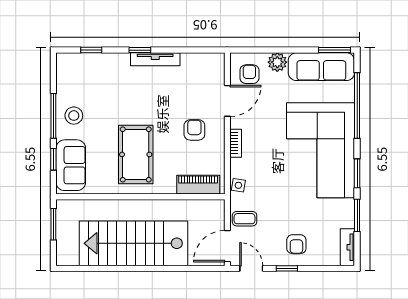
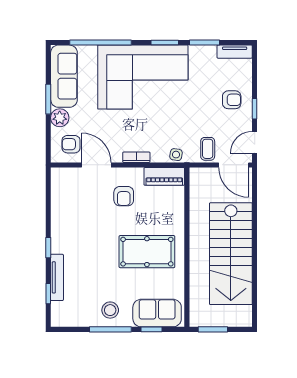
window: (334, 50) -> (48, 99), moved
tv unit: (155, 59) -> (57, 277), moved
armchair: (194, 130) -> (124, 196), turned -90
piano: (198, 185) -> (164, 176), moved, turned -90

